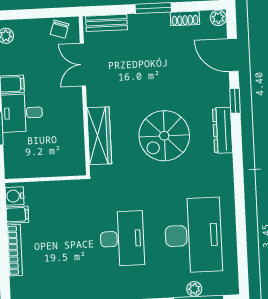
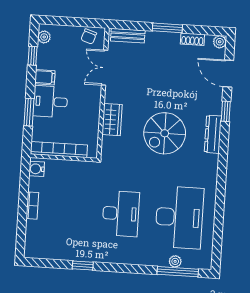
wardrobe: (99, 136) -> (112, 120), width x0.67
bookcase: (39, 170) -> (59, 150), added
filing cabinet: (17, 215) -> (37, 184), removed
bookcase: (15, 250) -> (32, 206), width x0.64

